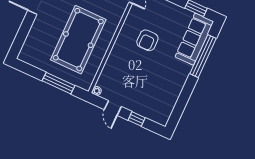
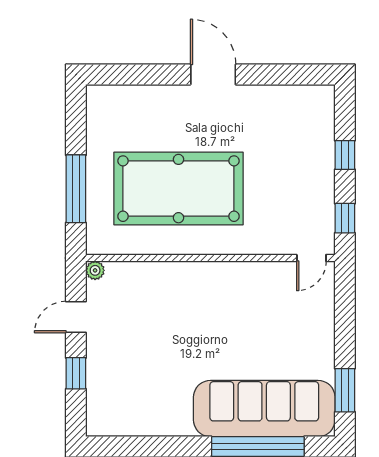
sofa: (194, 39) -> (264, 409), width x1.36, depth x1.27
armchair: (147, 40) -> (239, 324), removed

